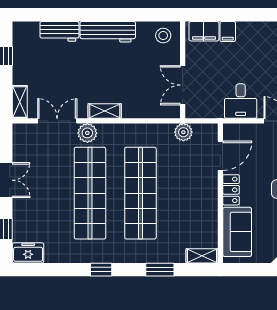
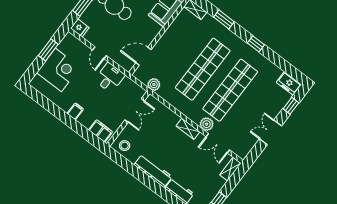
filing cabinet: (228, 31) -> (75, 111), moved
locker: (231, 190) -> (152, 33), removed

